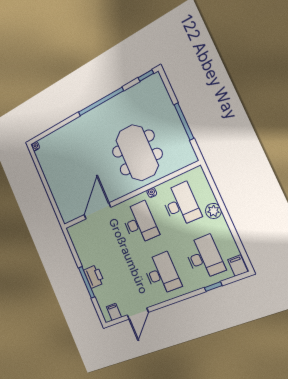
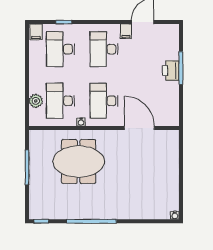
meeting table: (137, 153) -> (79, 162), turned 90
door: (97, 211) -> (139, 128), swing flipped
plant: (213, 211) -> (36, 101), moved
filing cabinet: (114, 312) -> (126, 31), moved

